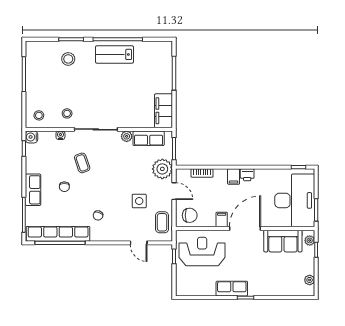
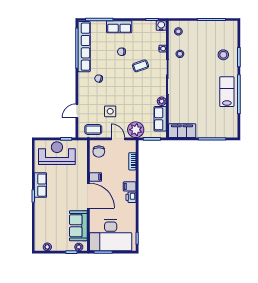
door: (174, 191) -> (118, 139), swing flipped
reception desk: (202, 252) -> (57, 153), moved, turned -90

